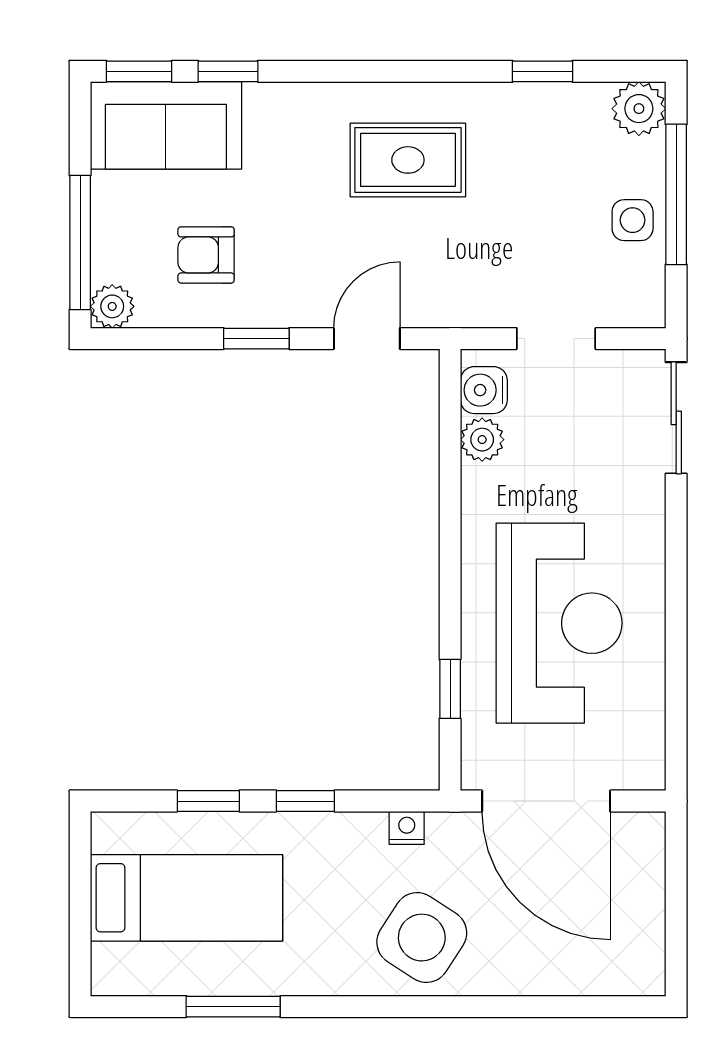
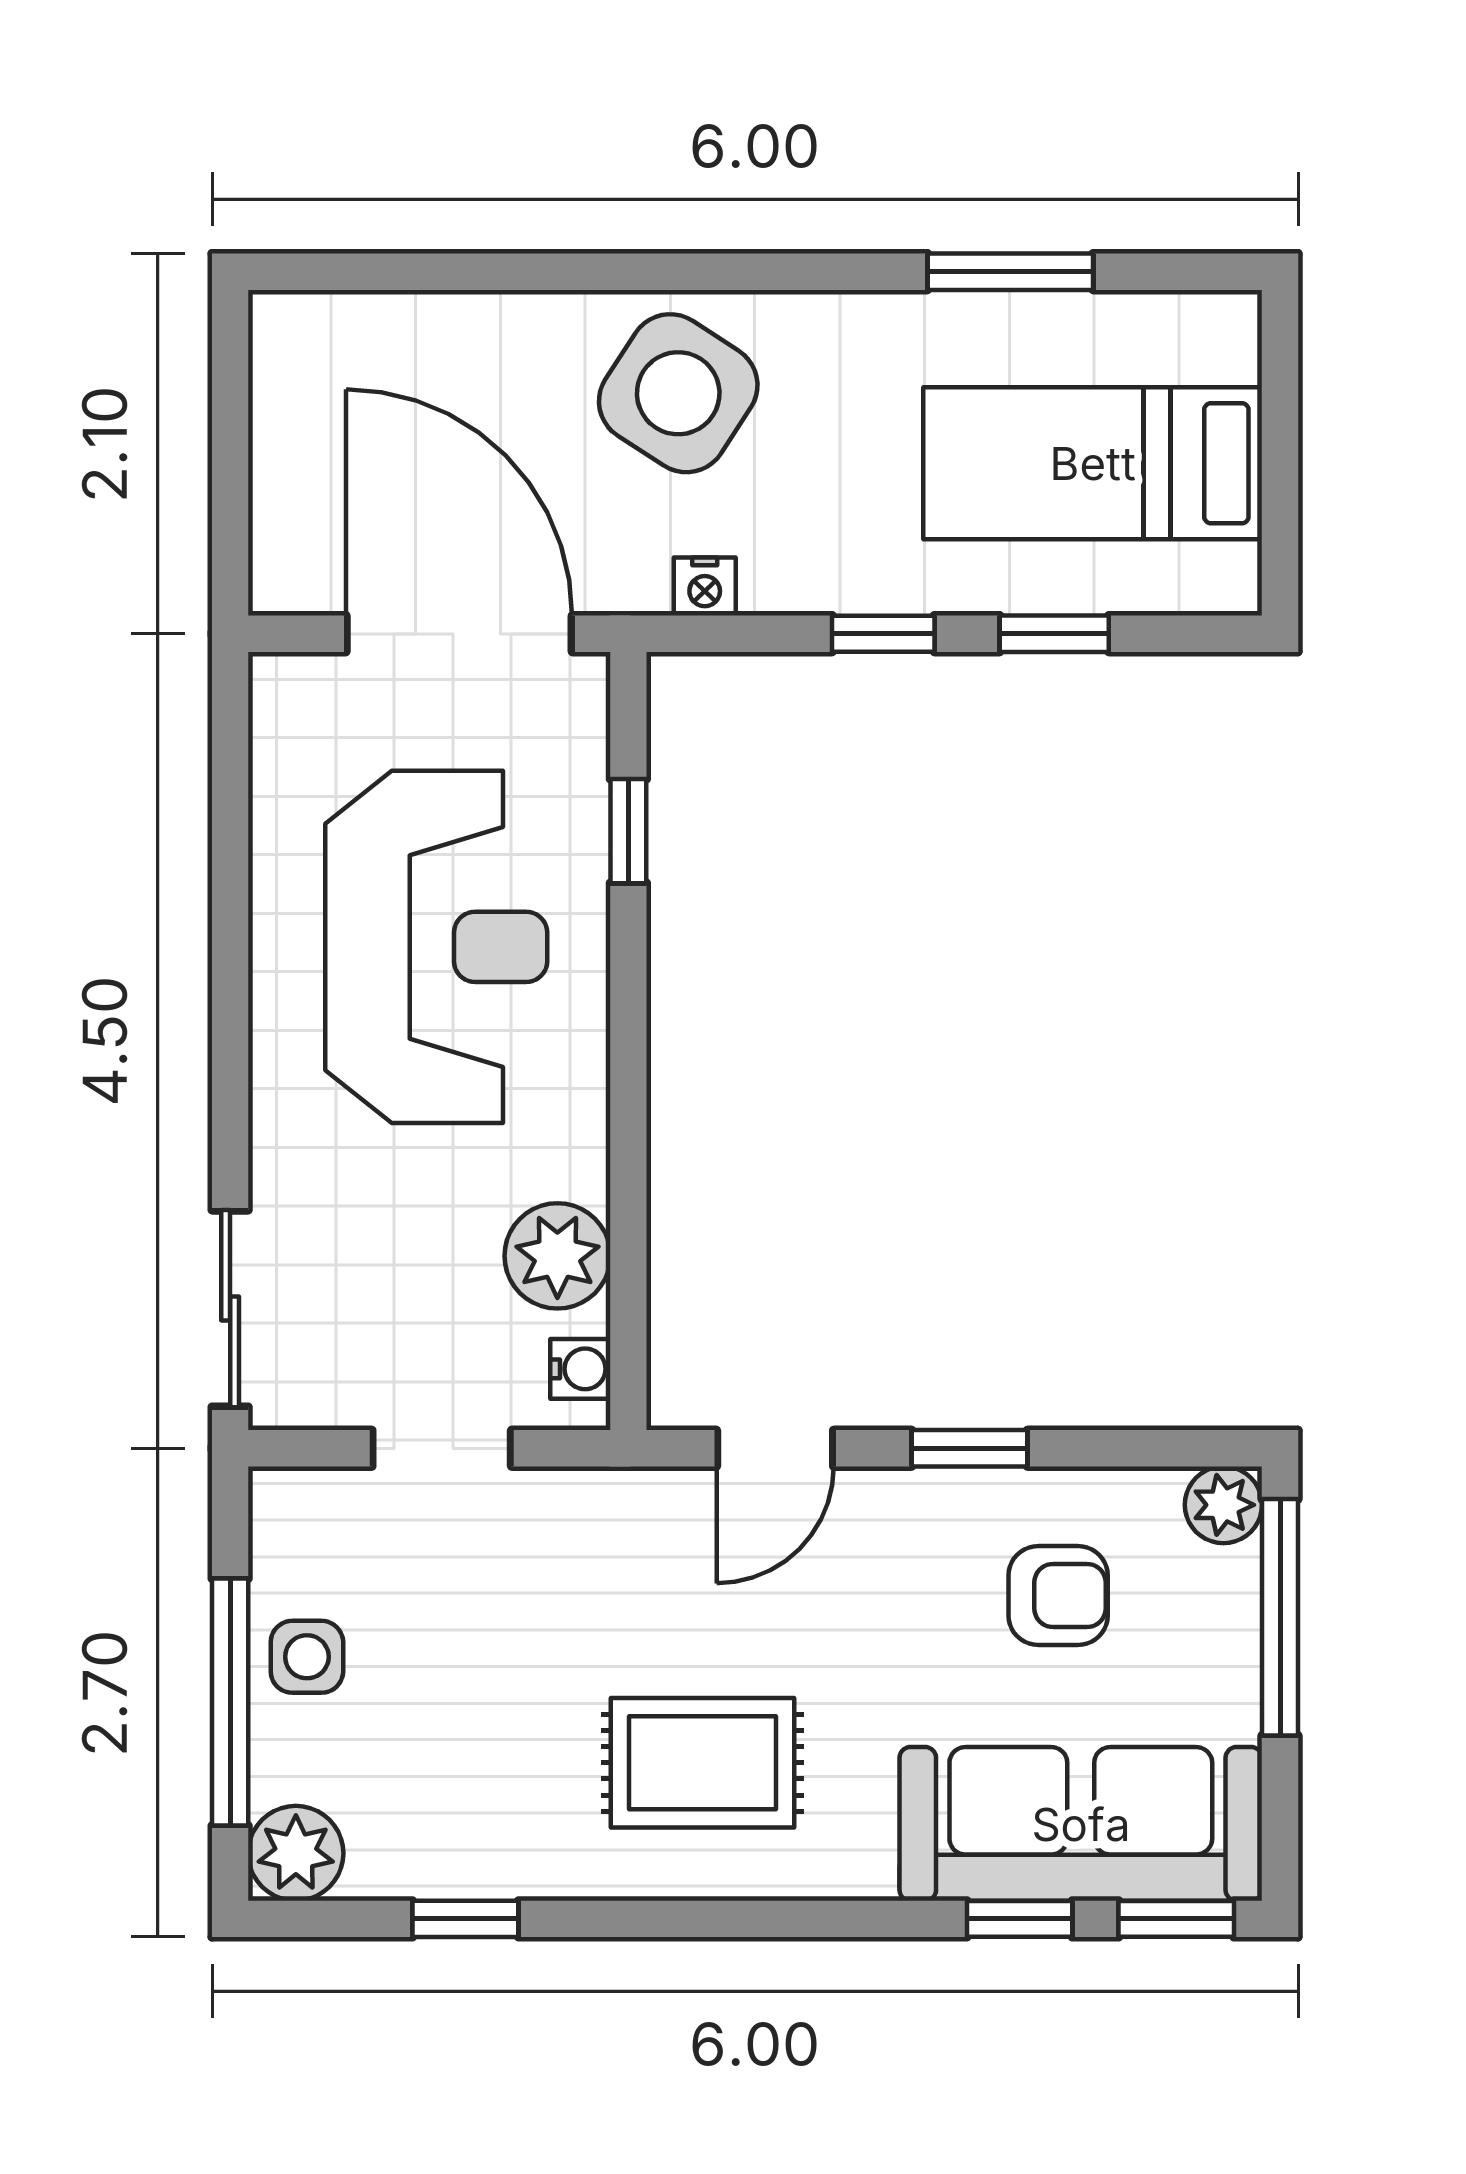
sofa: (166, 125) -> (1081, 1824), width x1.36
water cooler: (484, 390) -> (580, 1369), width x0.72, depth x0.72
plant: (482, 440) -> (557, 1256), width x1.38, depth x1.38
reception desk: (559, 623) -> (436, 947), turned 180

